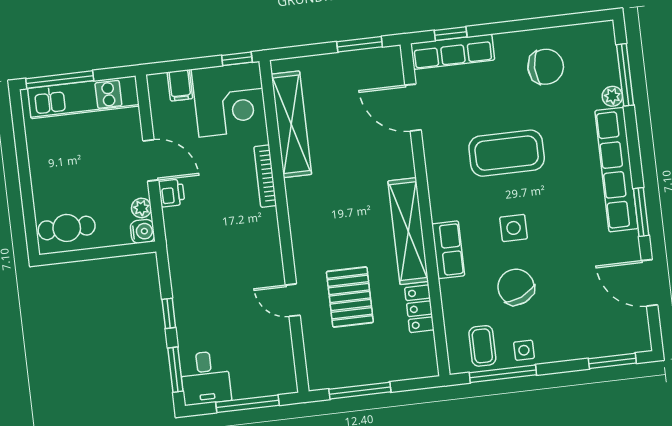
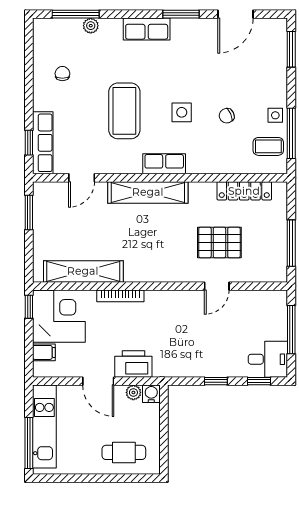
chair: (546, 67) -> (62, 74), width x0.54, depth x0.54
door: (413, 108) -> (82, 178), width x0.73
door: (151, 160) -> (98, 381), swing flipped
row of seats: (616, 170) -> (147, 29), width x0.50
printer: (172, 193) -> (133, 364), width x1.87, depth x1.48
cafe table: (67, 228) -> (124, 452), moved, turned 90
shelving: (408, 231) -> (148, 192), moved
row of seats: (448, 250) -> (164, 164), moved
chair: (516, 287) -> (227, 116), width x0.54, depth x0.54
locker: (419, 309) -> (244, 191), width x1.53
window: (175, 370) -> (259, 381), width x0.67

